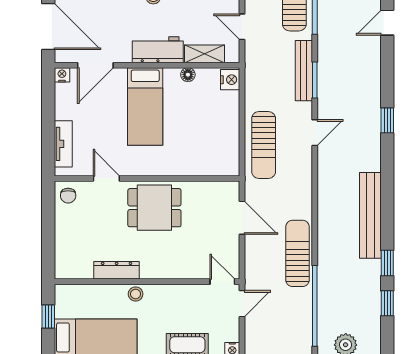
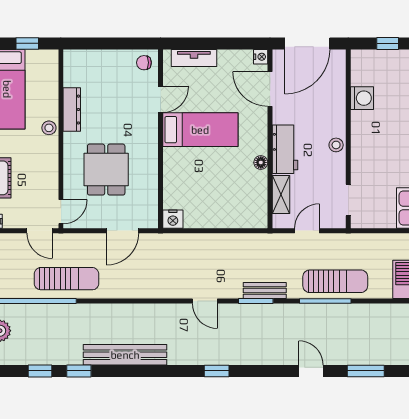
bench: (304, 71) -> (265, 290), width x0.73
floor lamp: (188, 75) -> (261, 162), moved
nightstand: (230, 80) -> (173, 219), moved
bed: (145, 106) -> (200, 130), moved, turned 180
sun lounger: (264, 145) -> (193, 252), removed
dining table: (154, 208) -> (106, 170), moved
sun lounger: (297, 253) -> (67, 279), moved

